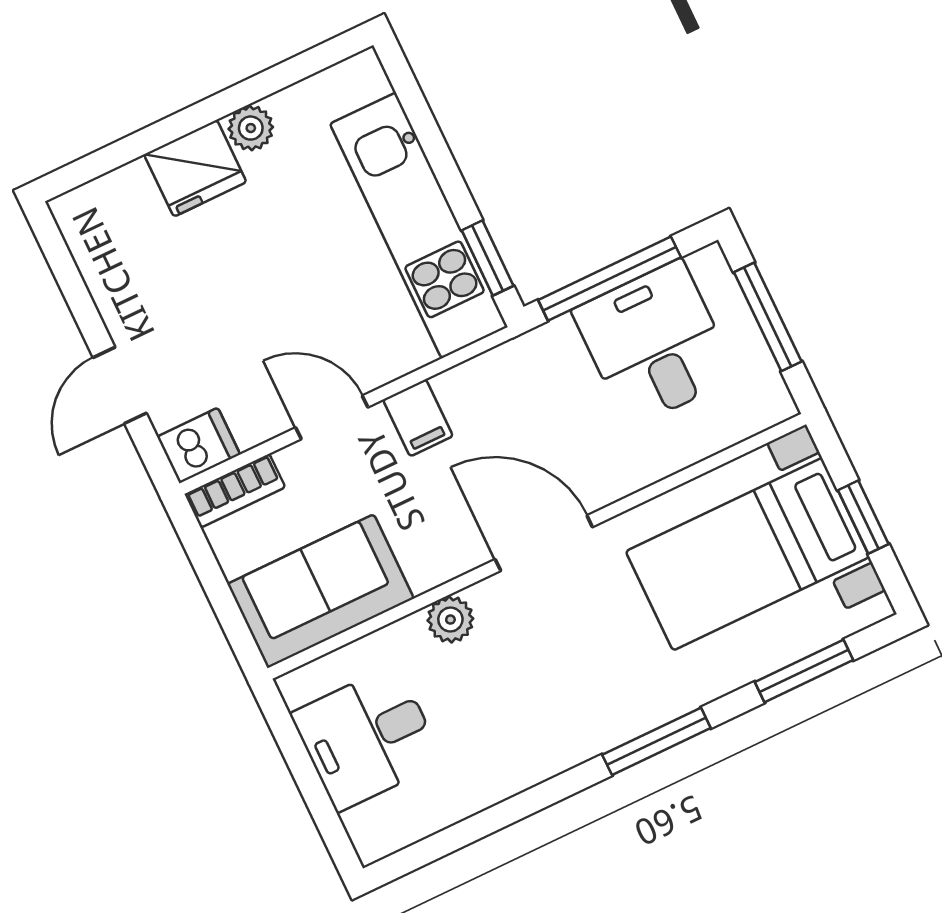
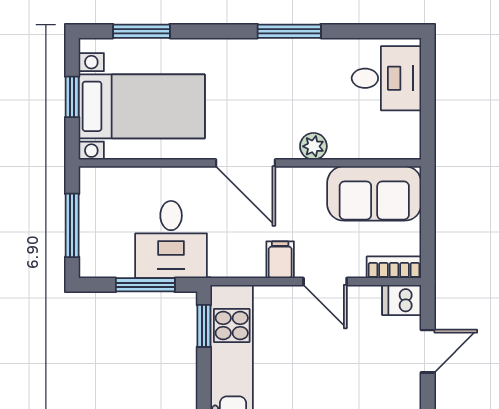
window: (609, 279) -> (145, 285), width x0.69
desk: (655, 344) -> (171, 240), moved
desk: (367, 738) -> (386, 78), moved
window: (656, 741) -> (289, 31), moved

